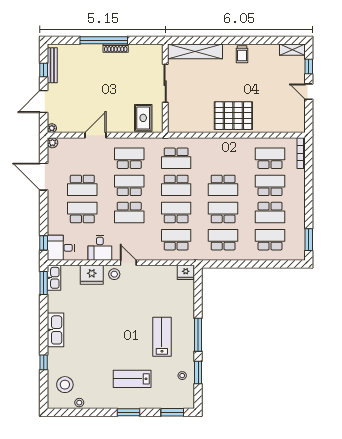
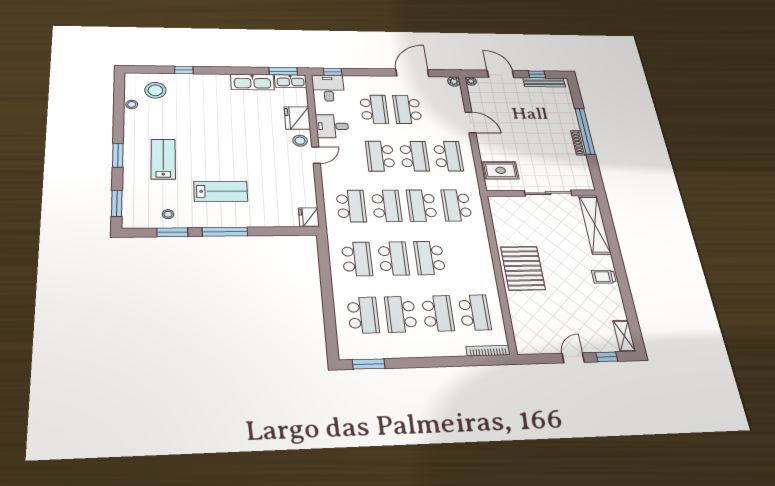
kitchen sink: (55, 330) -> (252, 82), moved

